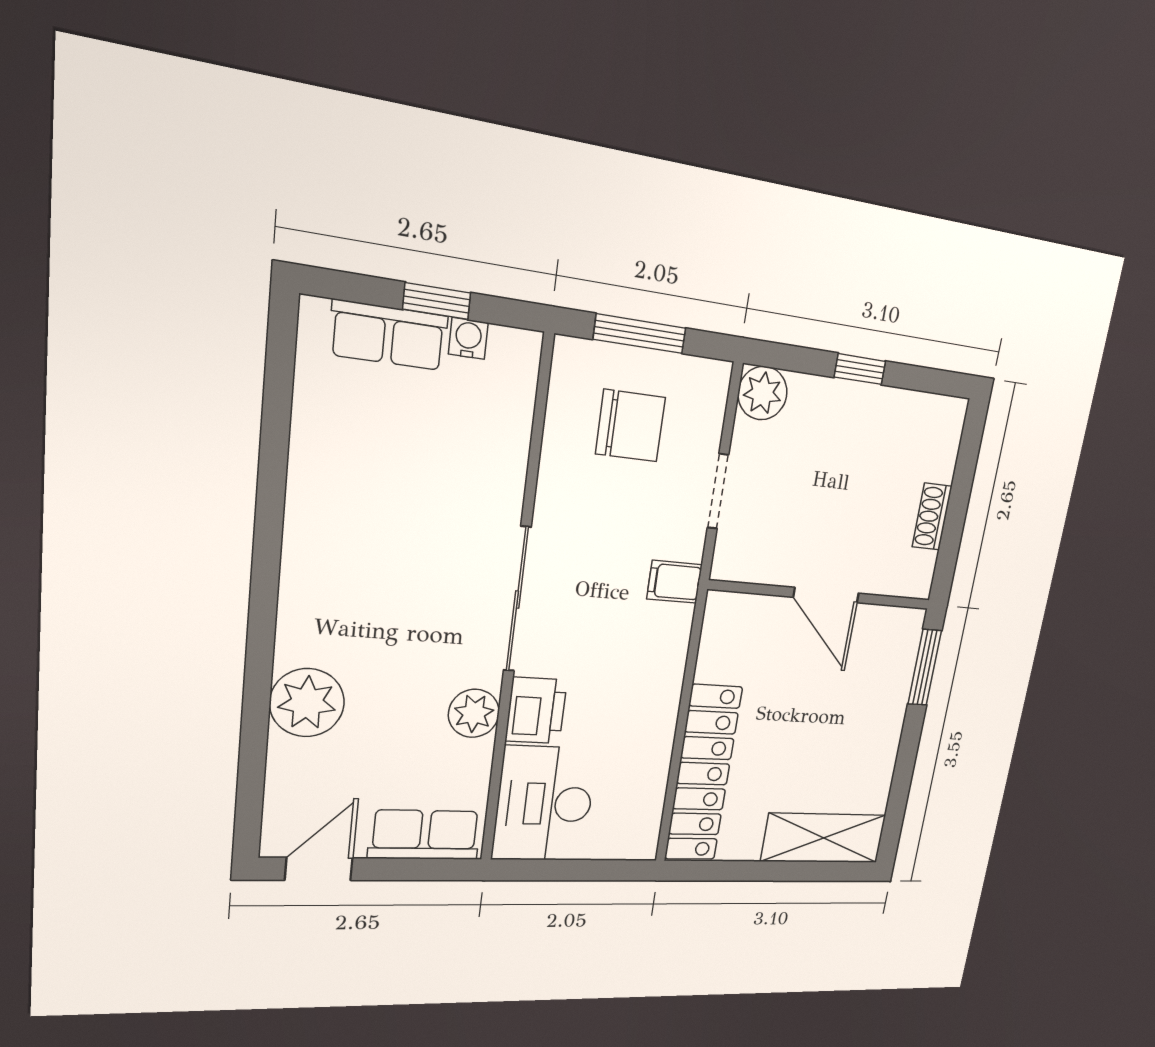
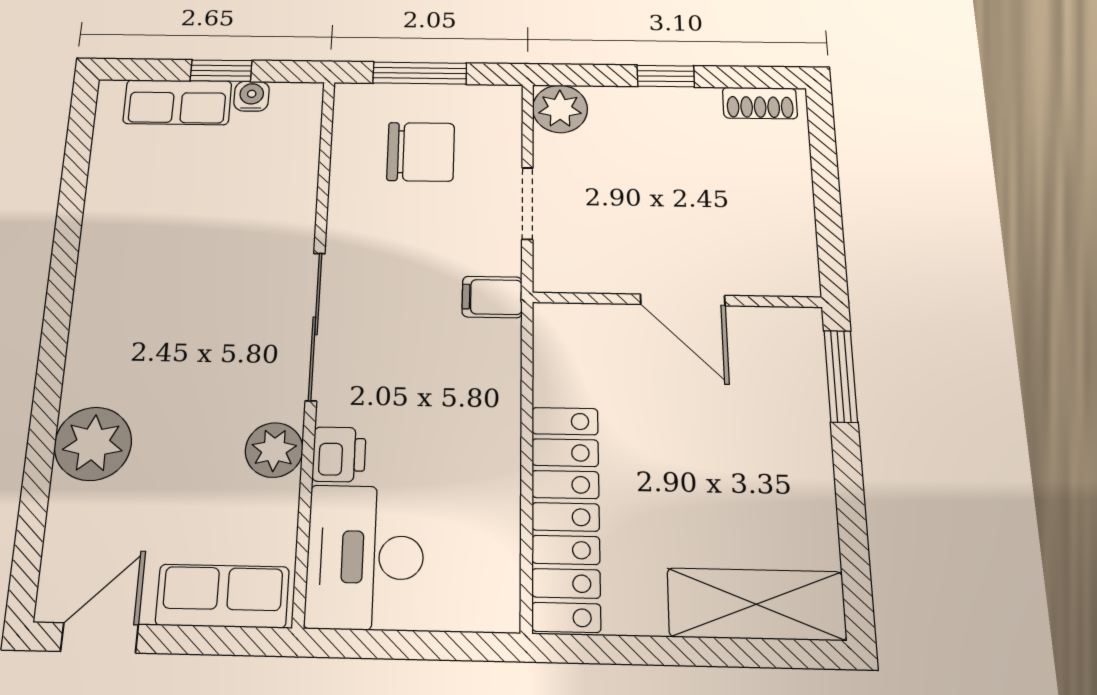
shoe rack: (932, 517) -> (760, 103), moved, turned -90
printer: (536, 710) -> (339, 454), width x0.73, depth x0.81

